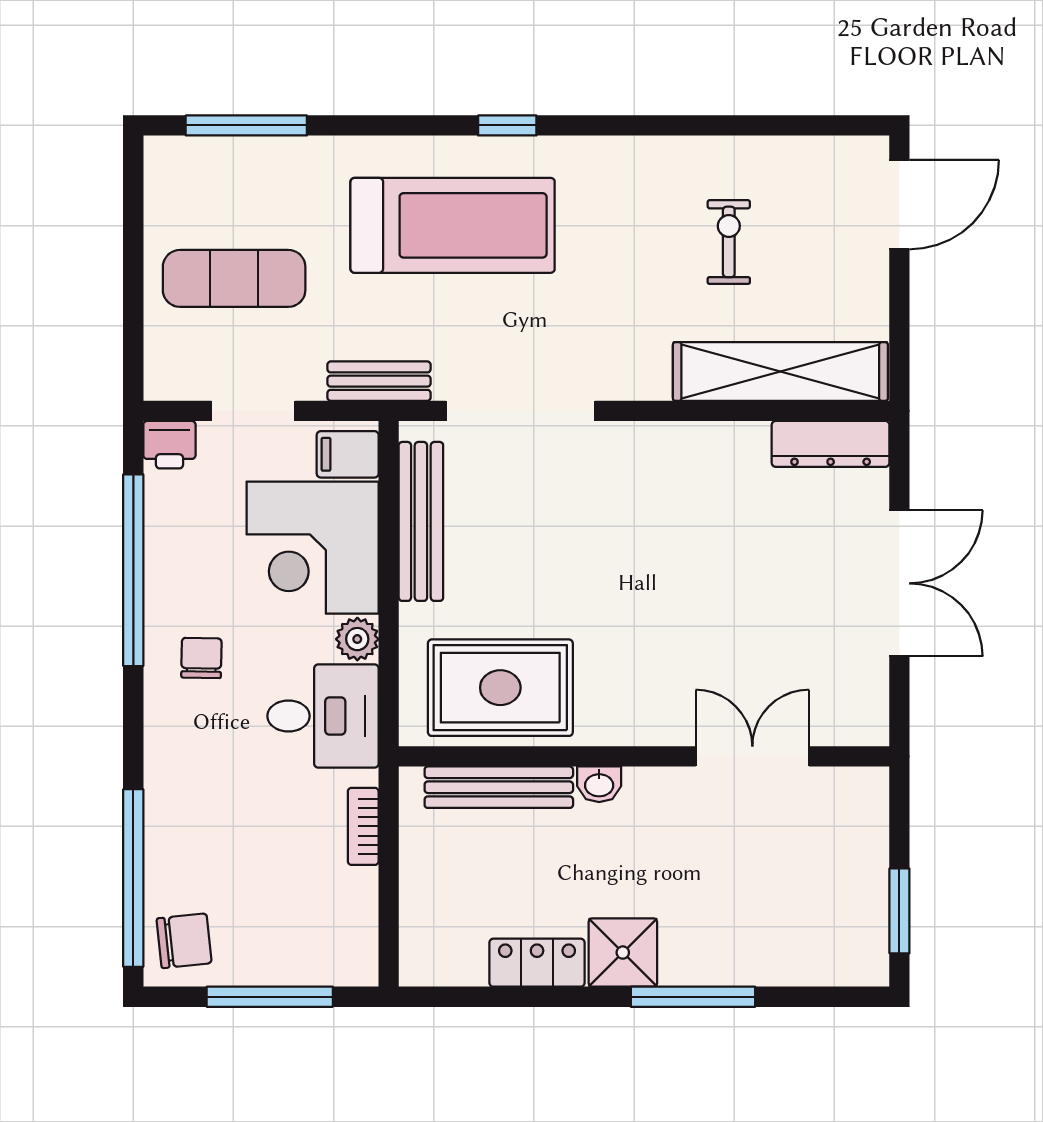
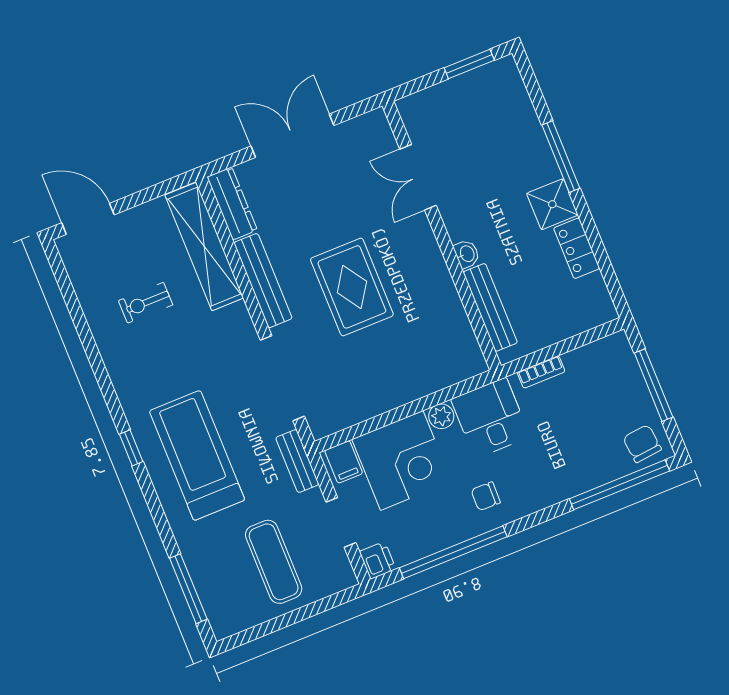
bench: (421, 521) -> (263, 281), moved, turned 90
rug: (500, 688) -> (352, 287), moved

